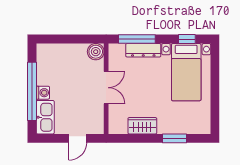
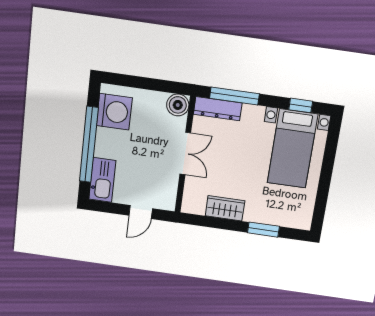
dresser: (143, 50) -> (218, 109), moved
washing machine: (43, 93) -> (114, 112), moved, width x1.89, depth x1.89

